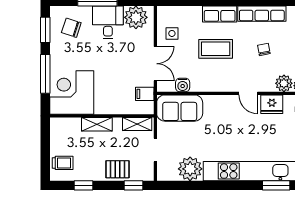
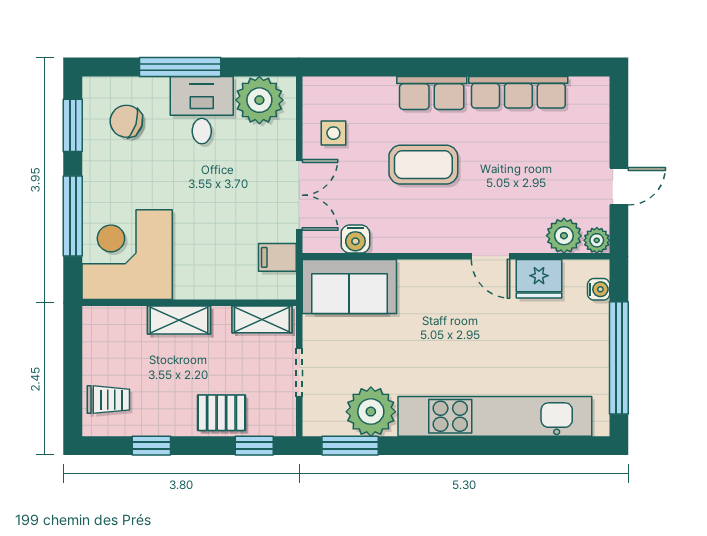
chair: (264, 49) -> (523, 166), removed
window: (276, 185) -> (350, 446), moved

